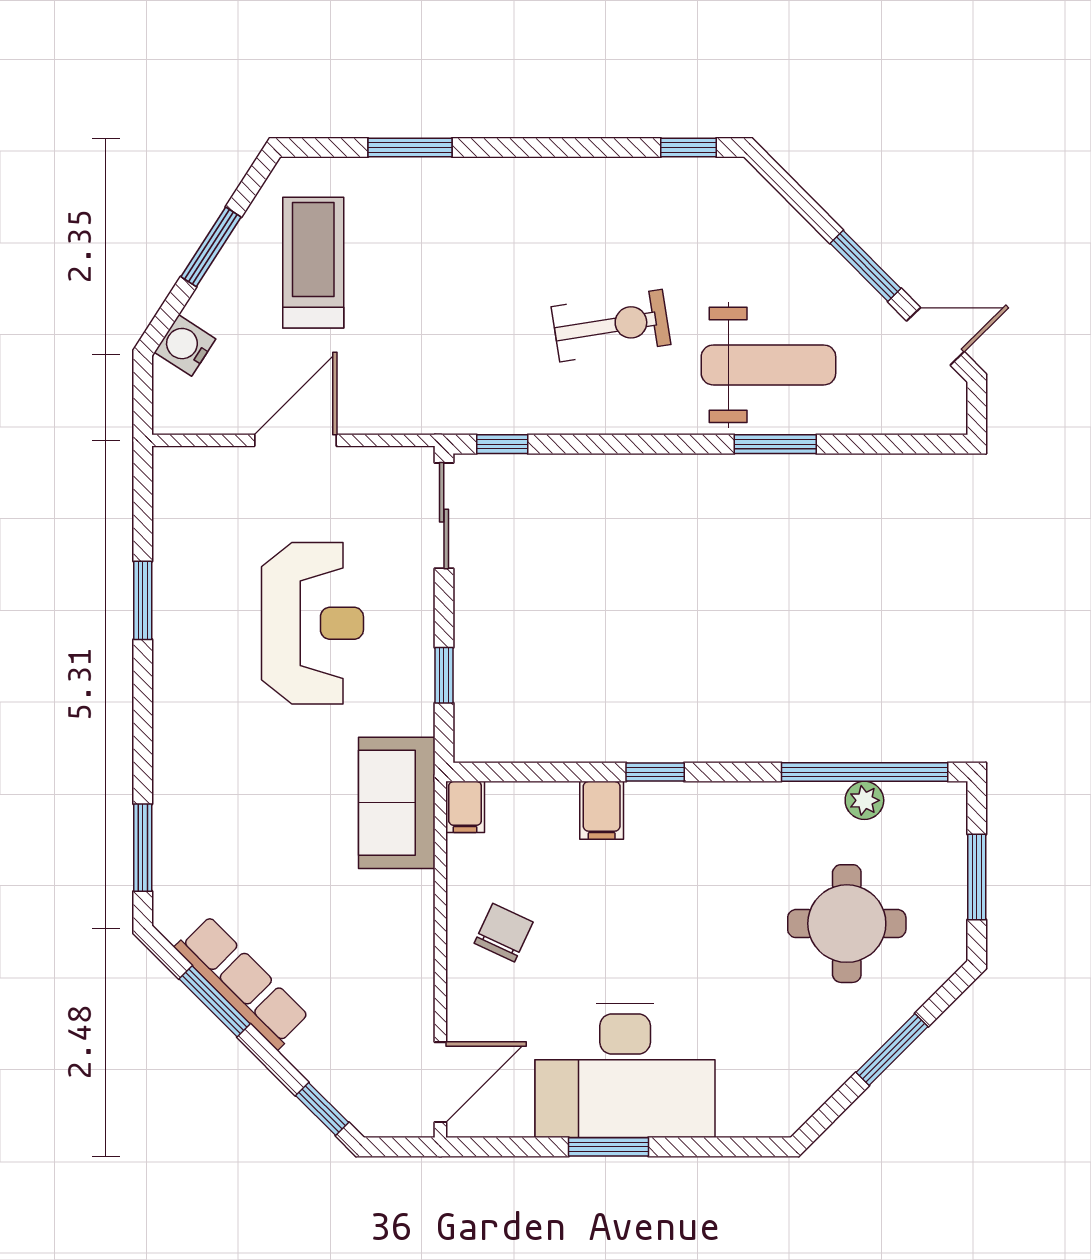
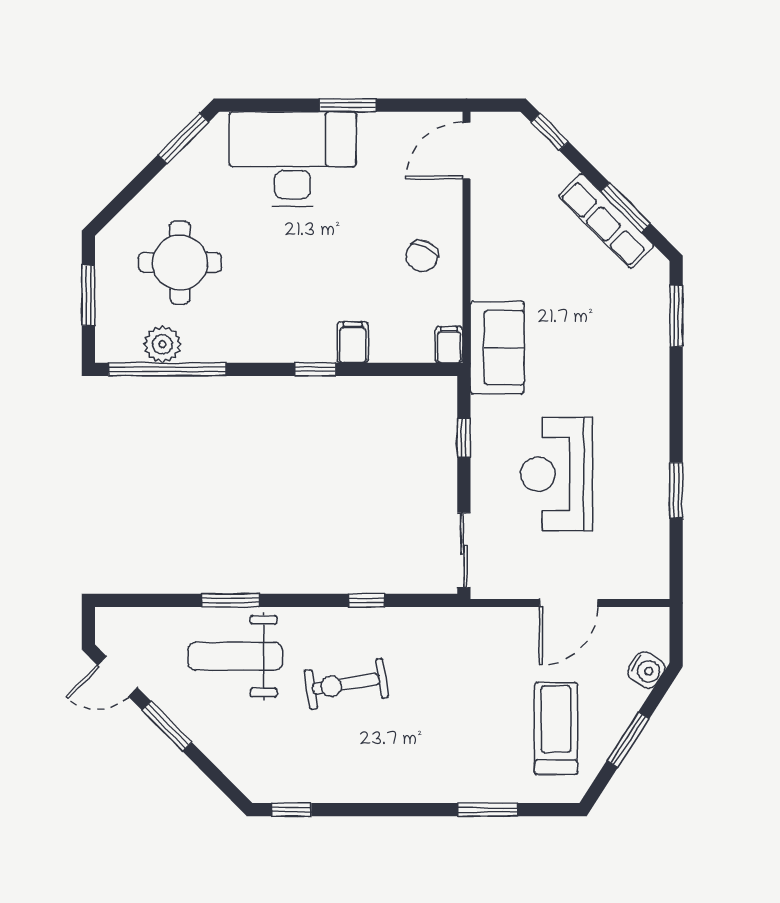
treadmill: (313, 263) -> (556, 728), turned 180
window: (502, 444) -> (367, 600), moved
plant: (864, 800) -> (162, 344), width x1.38, depth x1.38
window: (892, 1049) -> (183, 138), moved
desk: (625, 1070) -> (293, 159), moved

